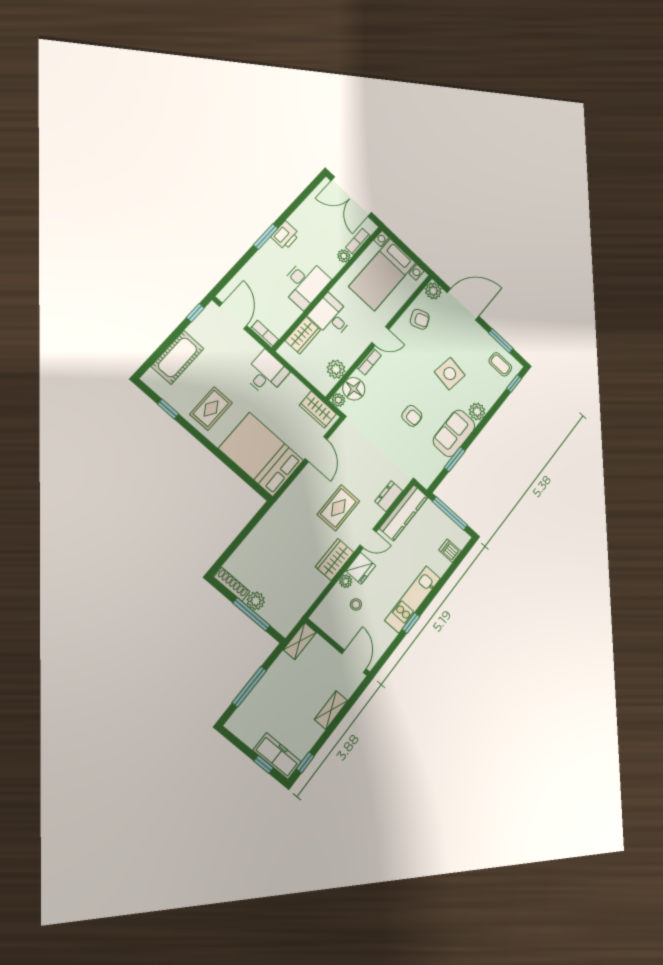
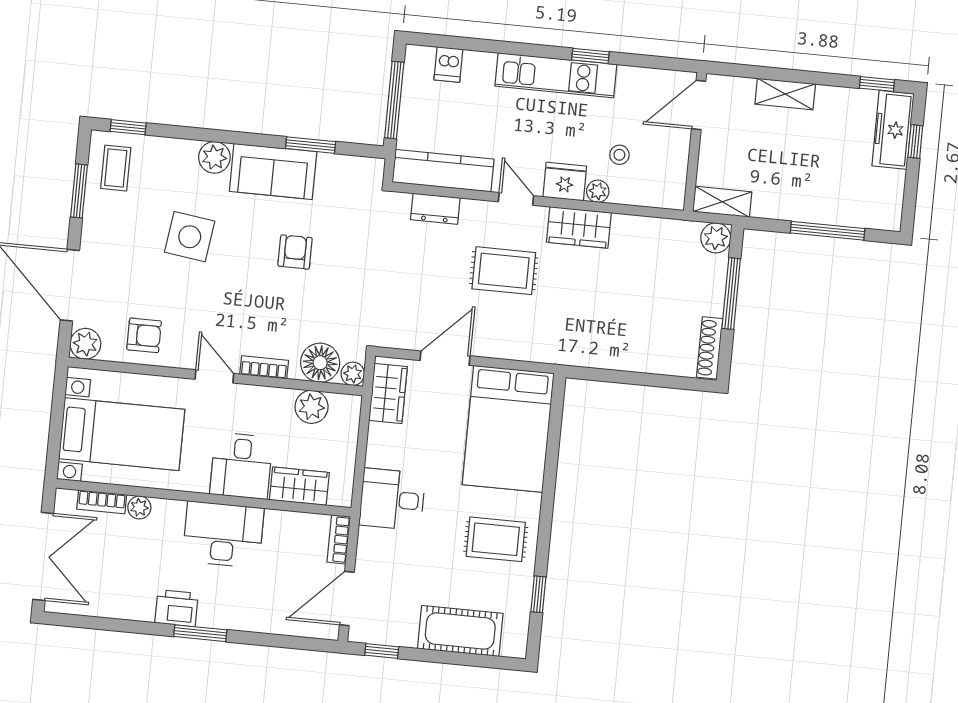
armchair: (420, 319) -> (144, 335), turned 113
plant: (256, 601) -> (716, 238), moved

